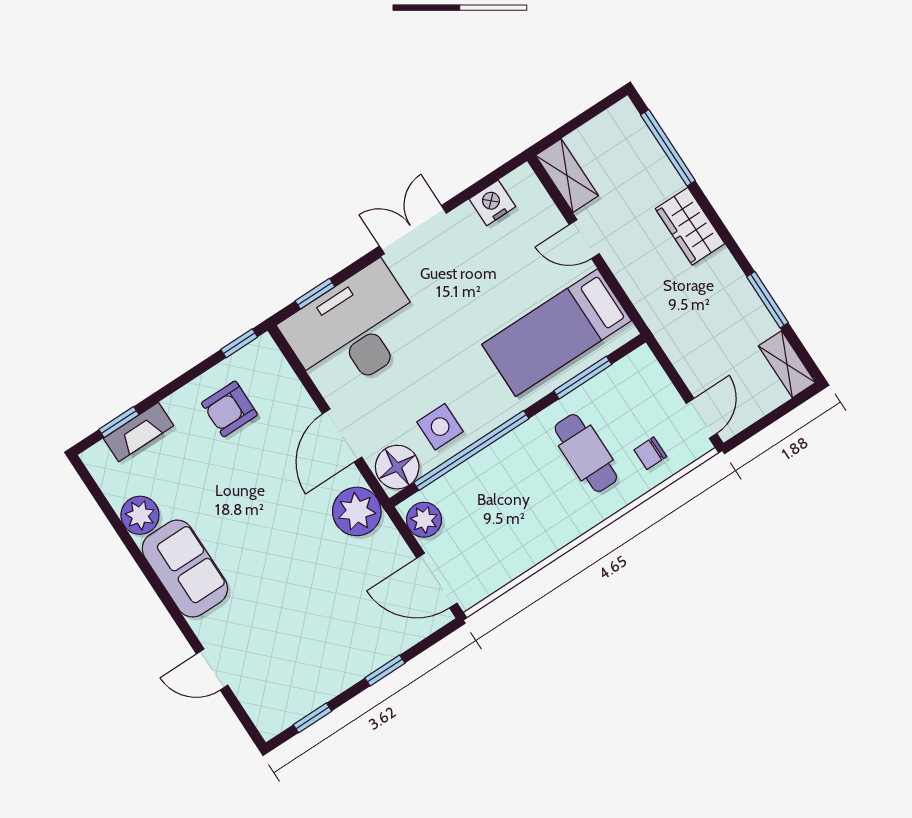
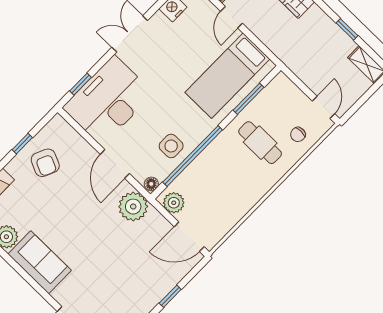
door: (584, 239) -> (232, 17), hinge flipped
window: (767, 300) -> (347, 29), width x0.67
window: (239, 343) -> (22, 144), moved
armchair: (229, 409) -> (45, 163), turned -66
floor lamp: (397, 467) -> (151, 184), width x0.53, depth x0.53

